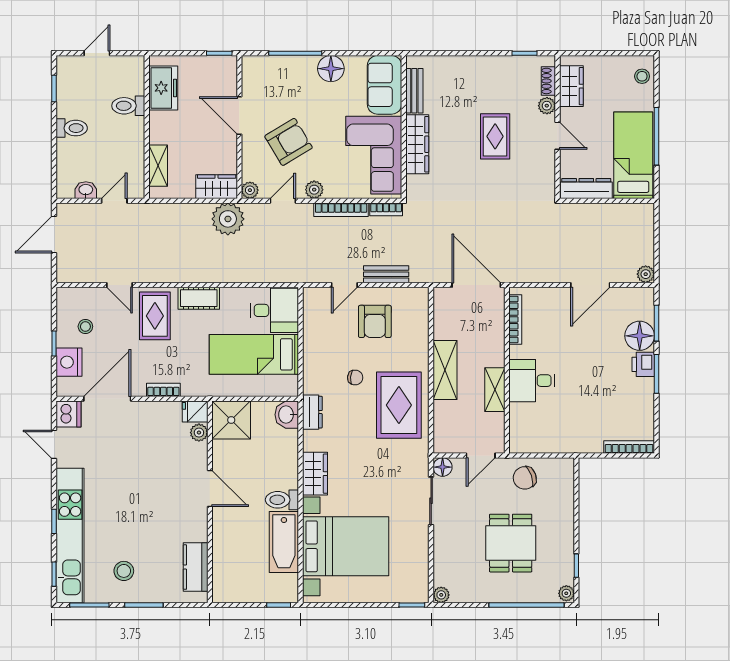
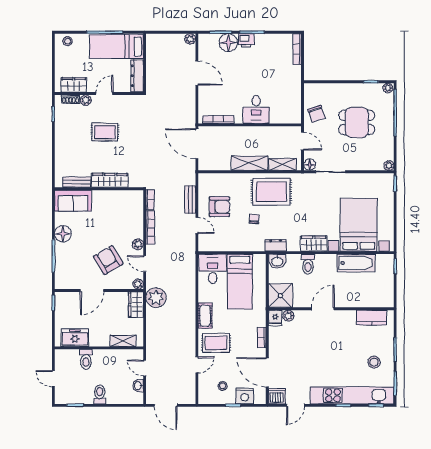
corner sofa: (374, 155) -> (116, 207), removed
door: (476, 285) -> (197, 144), hinge flipped
shelving: (495, 390) -> (283, 164), moved
toilet: (282, 500) -> (308, 264), moved

